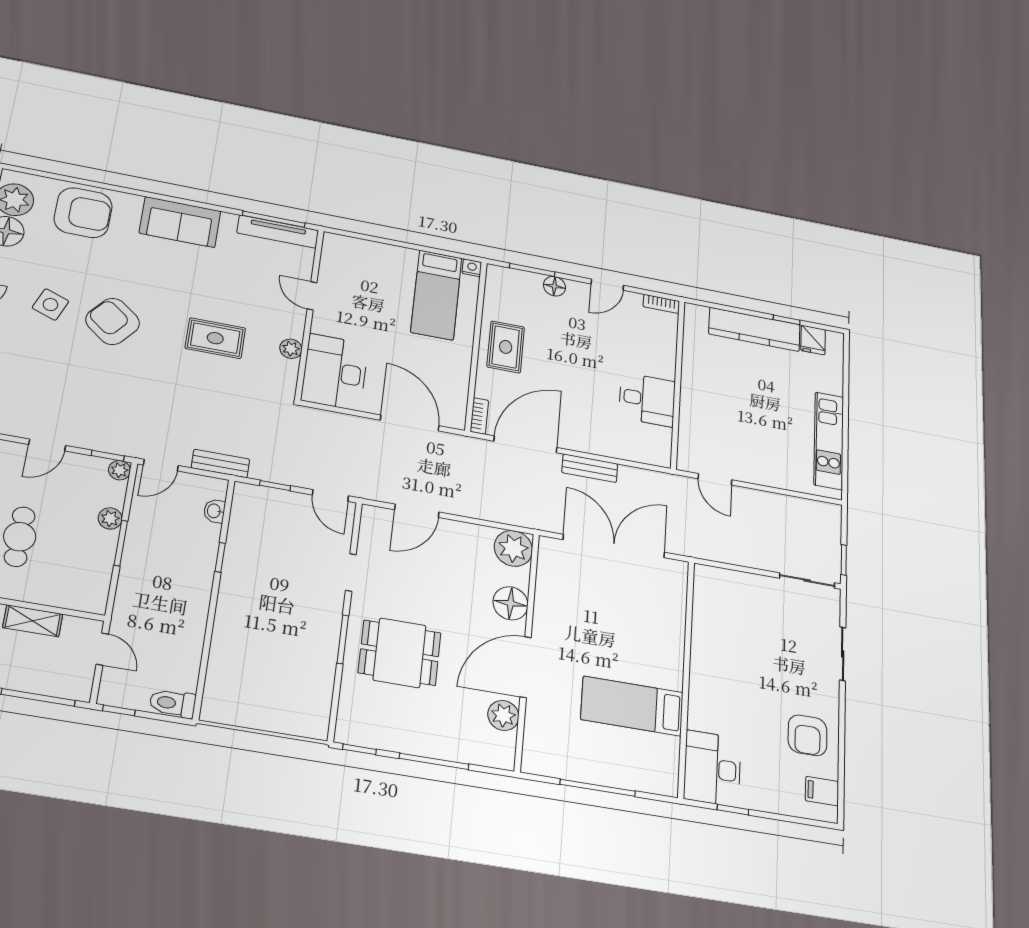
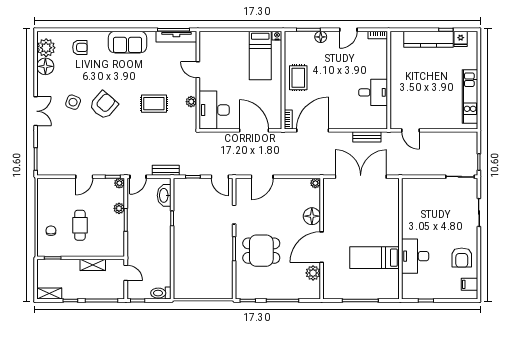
armchair: (83, 213) -> (80, 47), width x0.53, depth x0.53
armchair: (113, 321) -> (104, 105), turned 92
bench: (590, 468) -> (367, 137), moved
washbasin: (214, 511) -> (164, 195), width x1.91, depth x1.45
plant: (513, 548) -> (315, 183), width x0.53, depth x0.53
desk: (712, 768) -> (415, 256), moved

